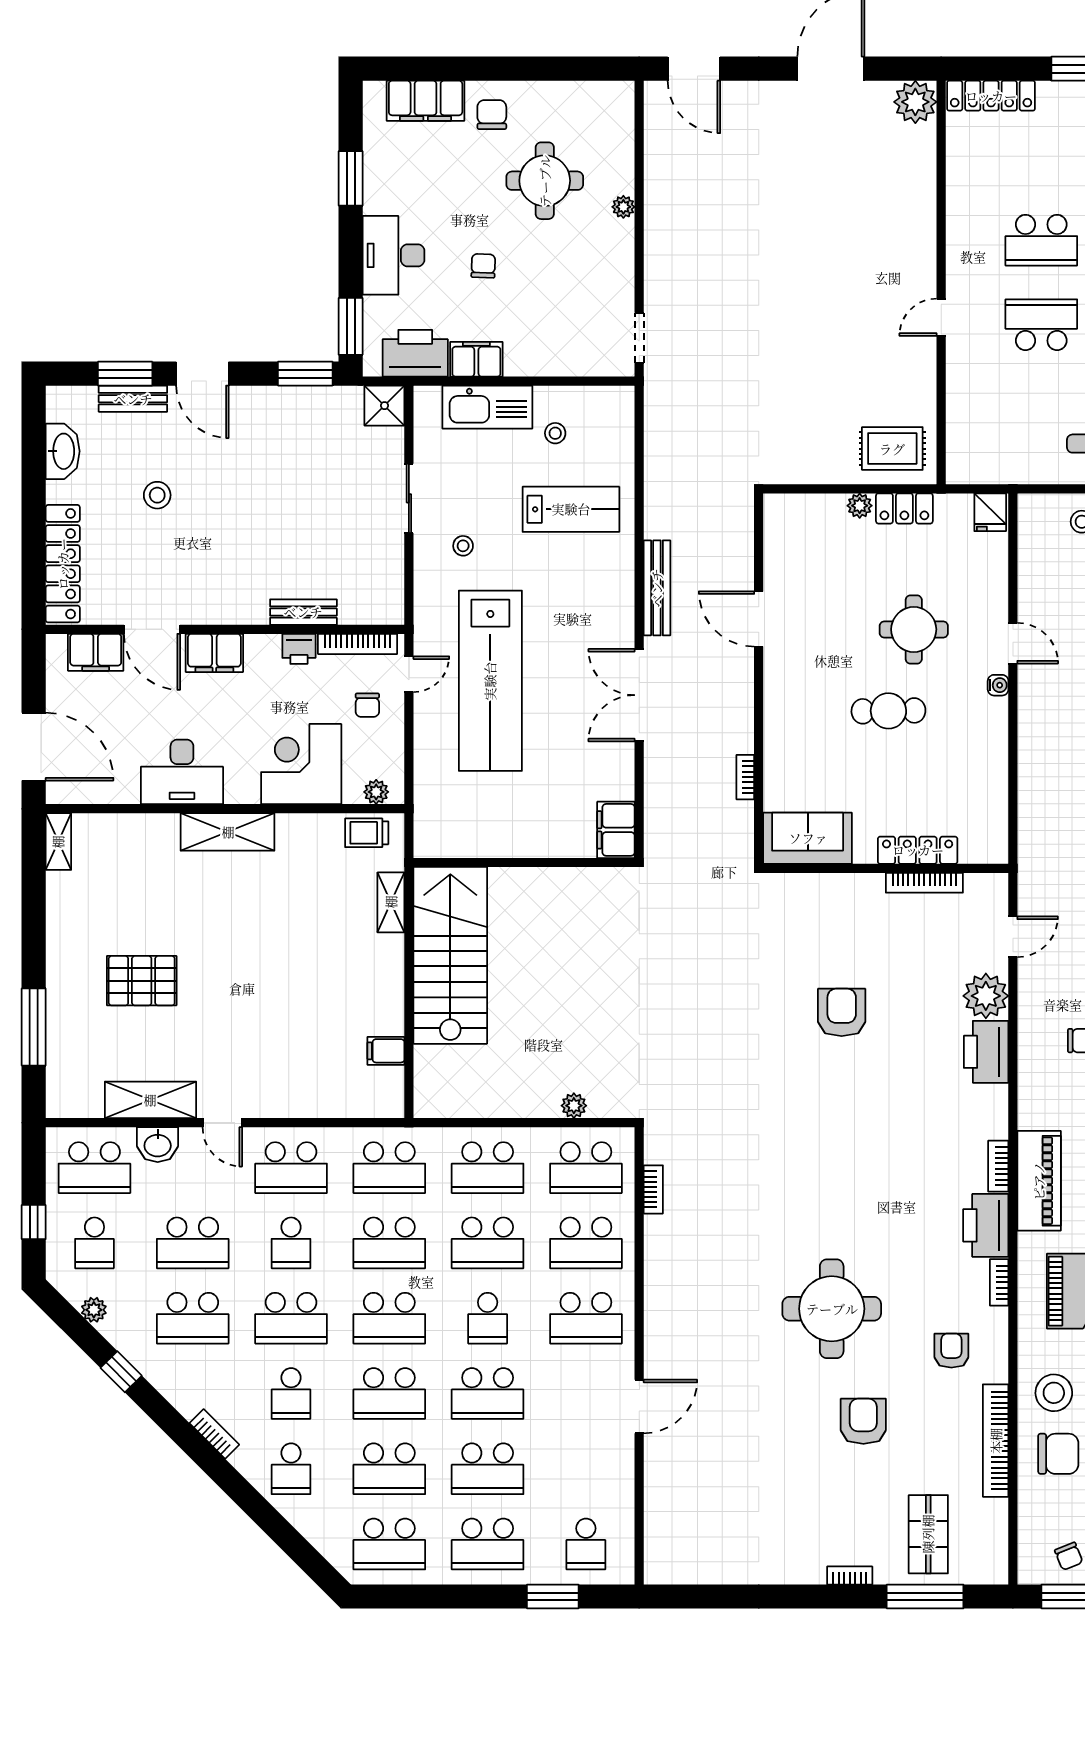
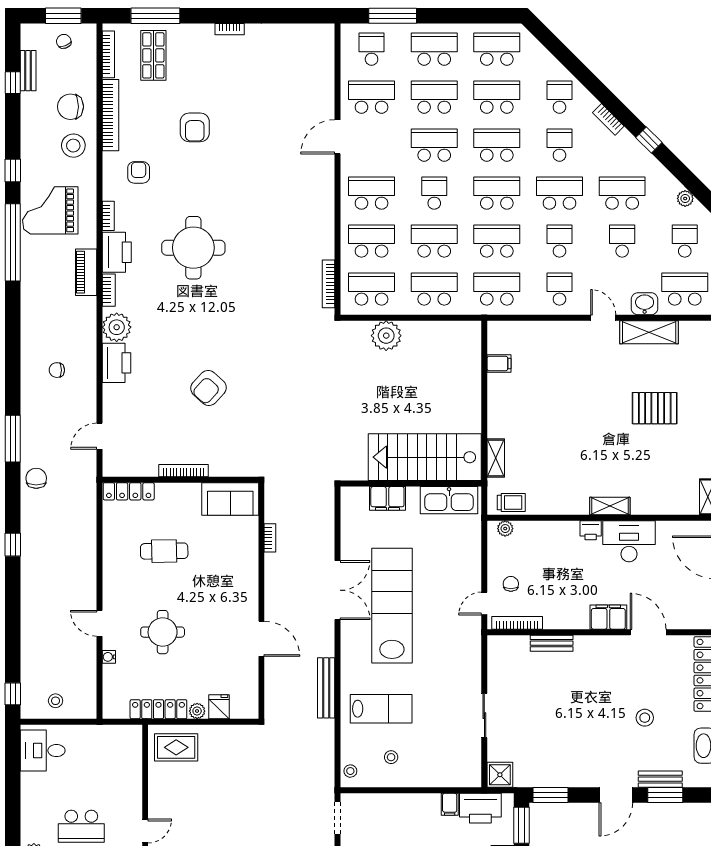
filing cabinet: (476, 359) -> (450, 804), width x0.50
door: (202, 374) -> (616, 795), swing flipped
kitchen sink: (487, 407) -> (449, 500), moved, turned 180
locker: (904, 508) -> (158, 709), width x1.53
lab bench: (571, 509) -> (381, 709), turned 180
fridge: (990, 512) -> (219, 707), moved
stool: (463, 546) -> (350, 771), moved
bench: (657, 588) -> (326, 688), moved
printer: (299, 649) -> (591, 530), moved, turned 180
filing cabinet: (96, 652) -> (684, 618), removed
lab bench: (490, 681) -> (392, 606), moved
water cooler: (998, 685) -> (109, 657), moved
cafe table: (888, 711) -> (164, 551), moved
corner desk: (301, 764) -> (553, 546), removed
filing cabinet: (616, 830) -> (387, 498), moved, turned 90
shelving: (228, 832) -> (610, 506), width x0.67, depth x0.75
locker: (918, 850) -> (129, 491), moved
bookcase: (924, 883) -> (184, 471), moved
stairs: (450, 955) -> (425, 457), moved, turned 90
plant: (986, 996) -> (117, 327), moved
armchair: (842, 1012) -> (209, 388), turned 42
plant: (574, 1106) -> (386, 336), width x1.87, depth x1.87
school desk: (291, 1168) -> (559, 289), width x0.54
piano: (1039, 1181) -> (86, 272), width x0.73, depth x0.75
bookcase: (653, 1189) -> (329, 284), width x1.56
school desk: (193, 1243) -> (622, 241), width x0.54
round table: (832, 1309) -> (193, 248), moved
armchair: (951, 1351) -> (139, 172), turned 180
window: (121, 1372) -> (649, 140), moved
school desk: (586, 1469) -> (372, 97), added
bookcase: (999, 1536) -> (108, 54), added
bookcase: (850, 1575) -> (230, 29), moved
window: (553, 1596) -> (393, 16), width x1.44

